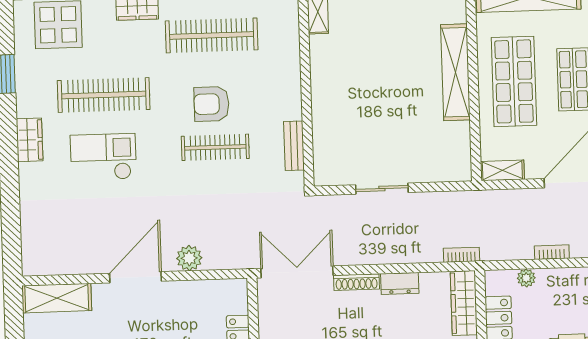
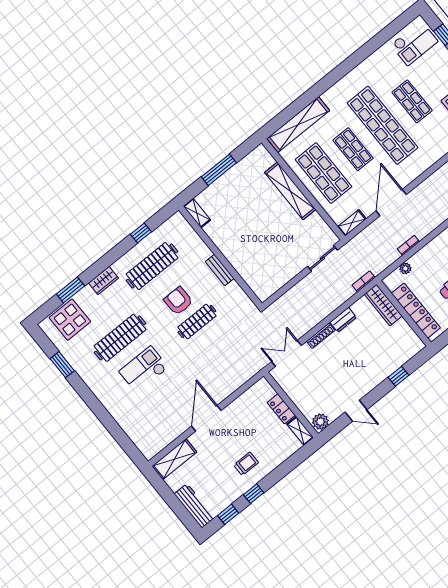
armchair: (211, 104) -> (178, 301), turned 90
wardrobe: (30, 140) -> (100, 389), removed
bench: (294, 146) -> (220, 270), moved
sliding door: (382, 189) -> (322, 258), moved
plant: (189, 258) -> (226, 388), removed
double door: (297, 272) -> (286, 353), width x0.73

